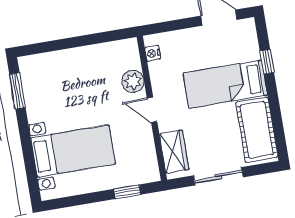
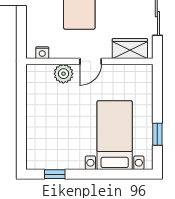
window: (17, 91) -> (55, 174), width x0.67
window: (127, 192) -> (157, 134), moved

